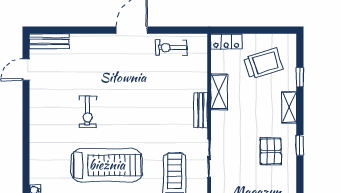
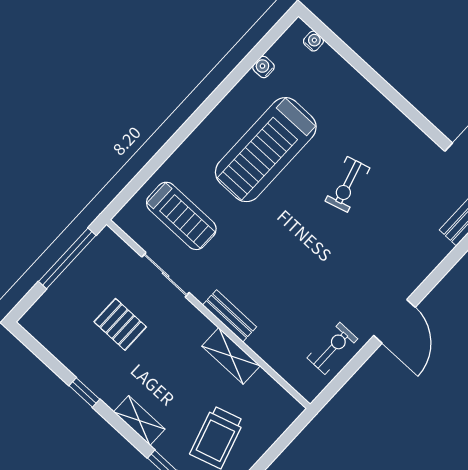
locker: (226, 41) -> (281, 418), removed
exercise bike: (88, 112) -> (347, 184), turned -106
pallet: (271, 151) -> (120, 324), moved

